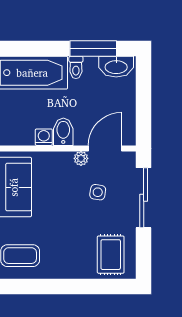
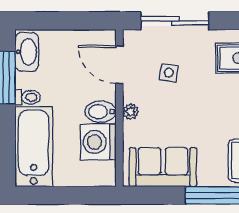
washing machine: (44, 137) -> (98, 142), width x1.89, depth x1.89
plant: (81, 158) -> (131, 112), moved

